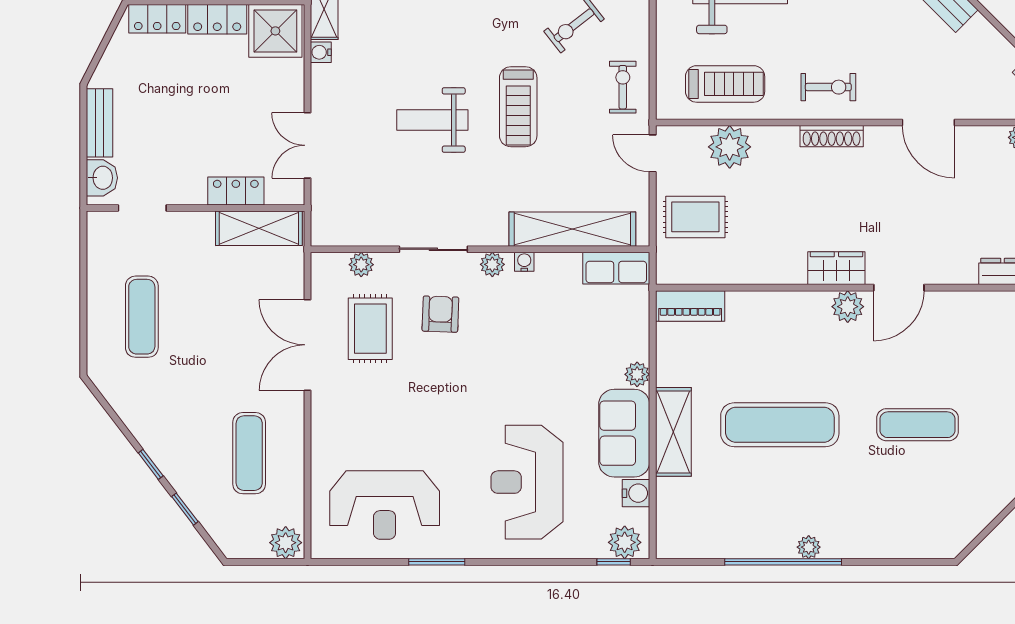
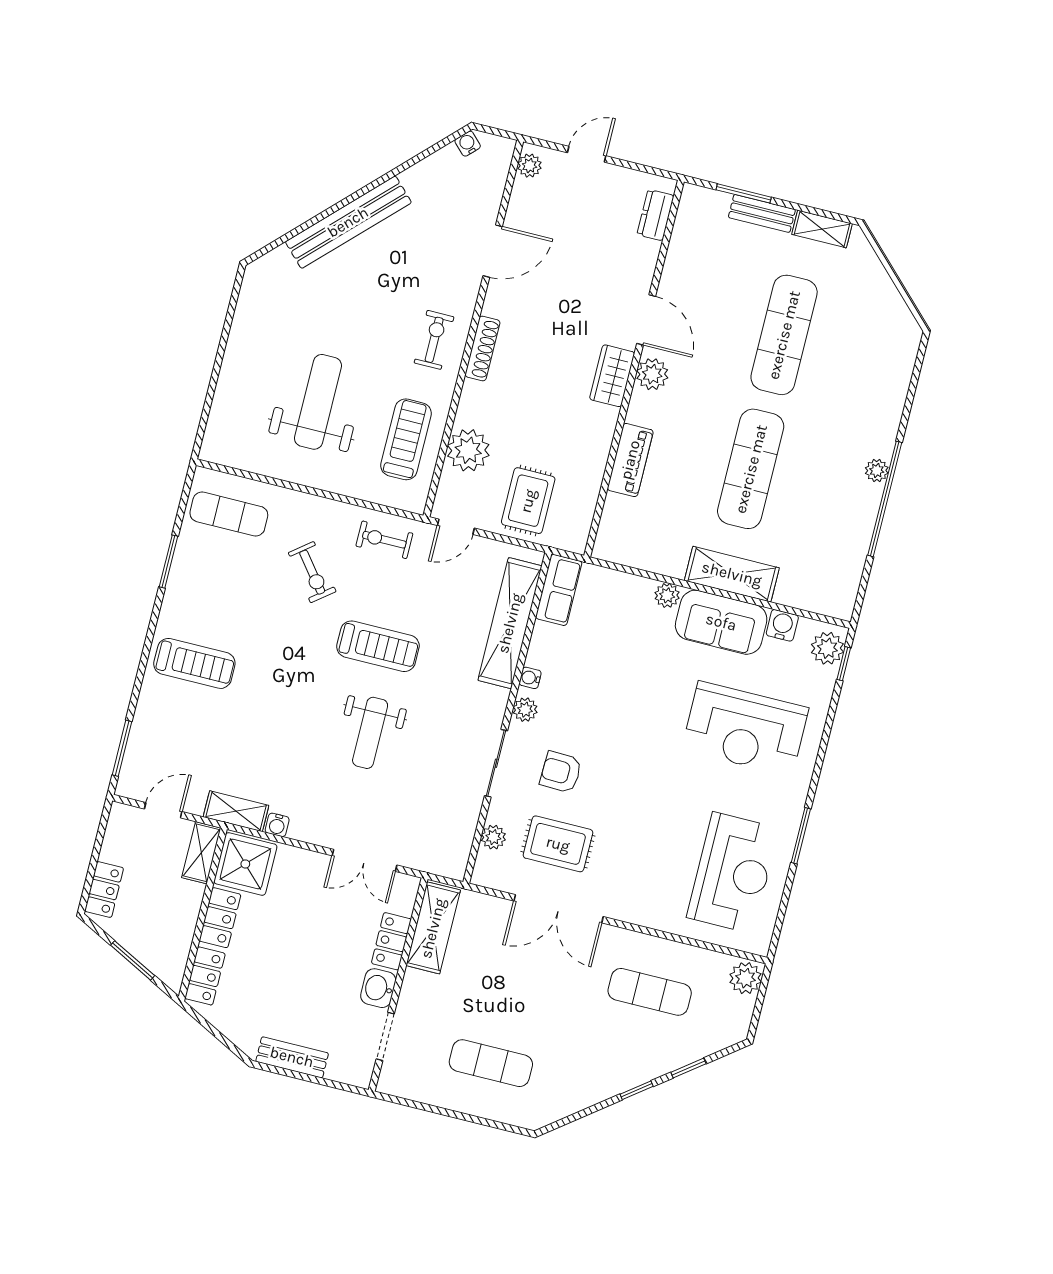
washbasin: (102, 178) -> (378, 988), moved, turned -90
piano: (690, 306) -> (630, 460), moved
exercise mat: (918, 425) -> (784, 335), width x1.36, depth x1.45

